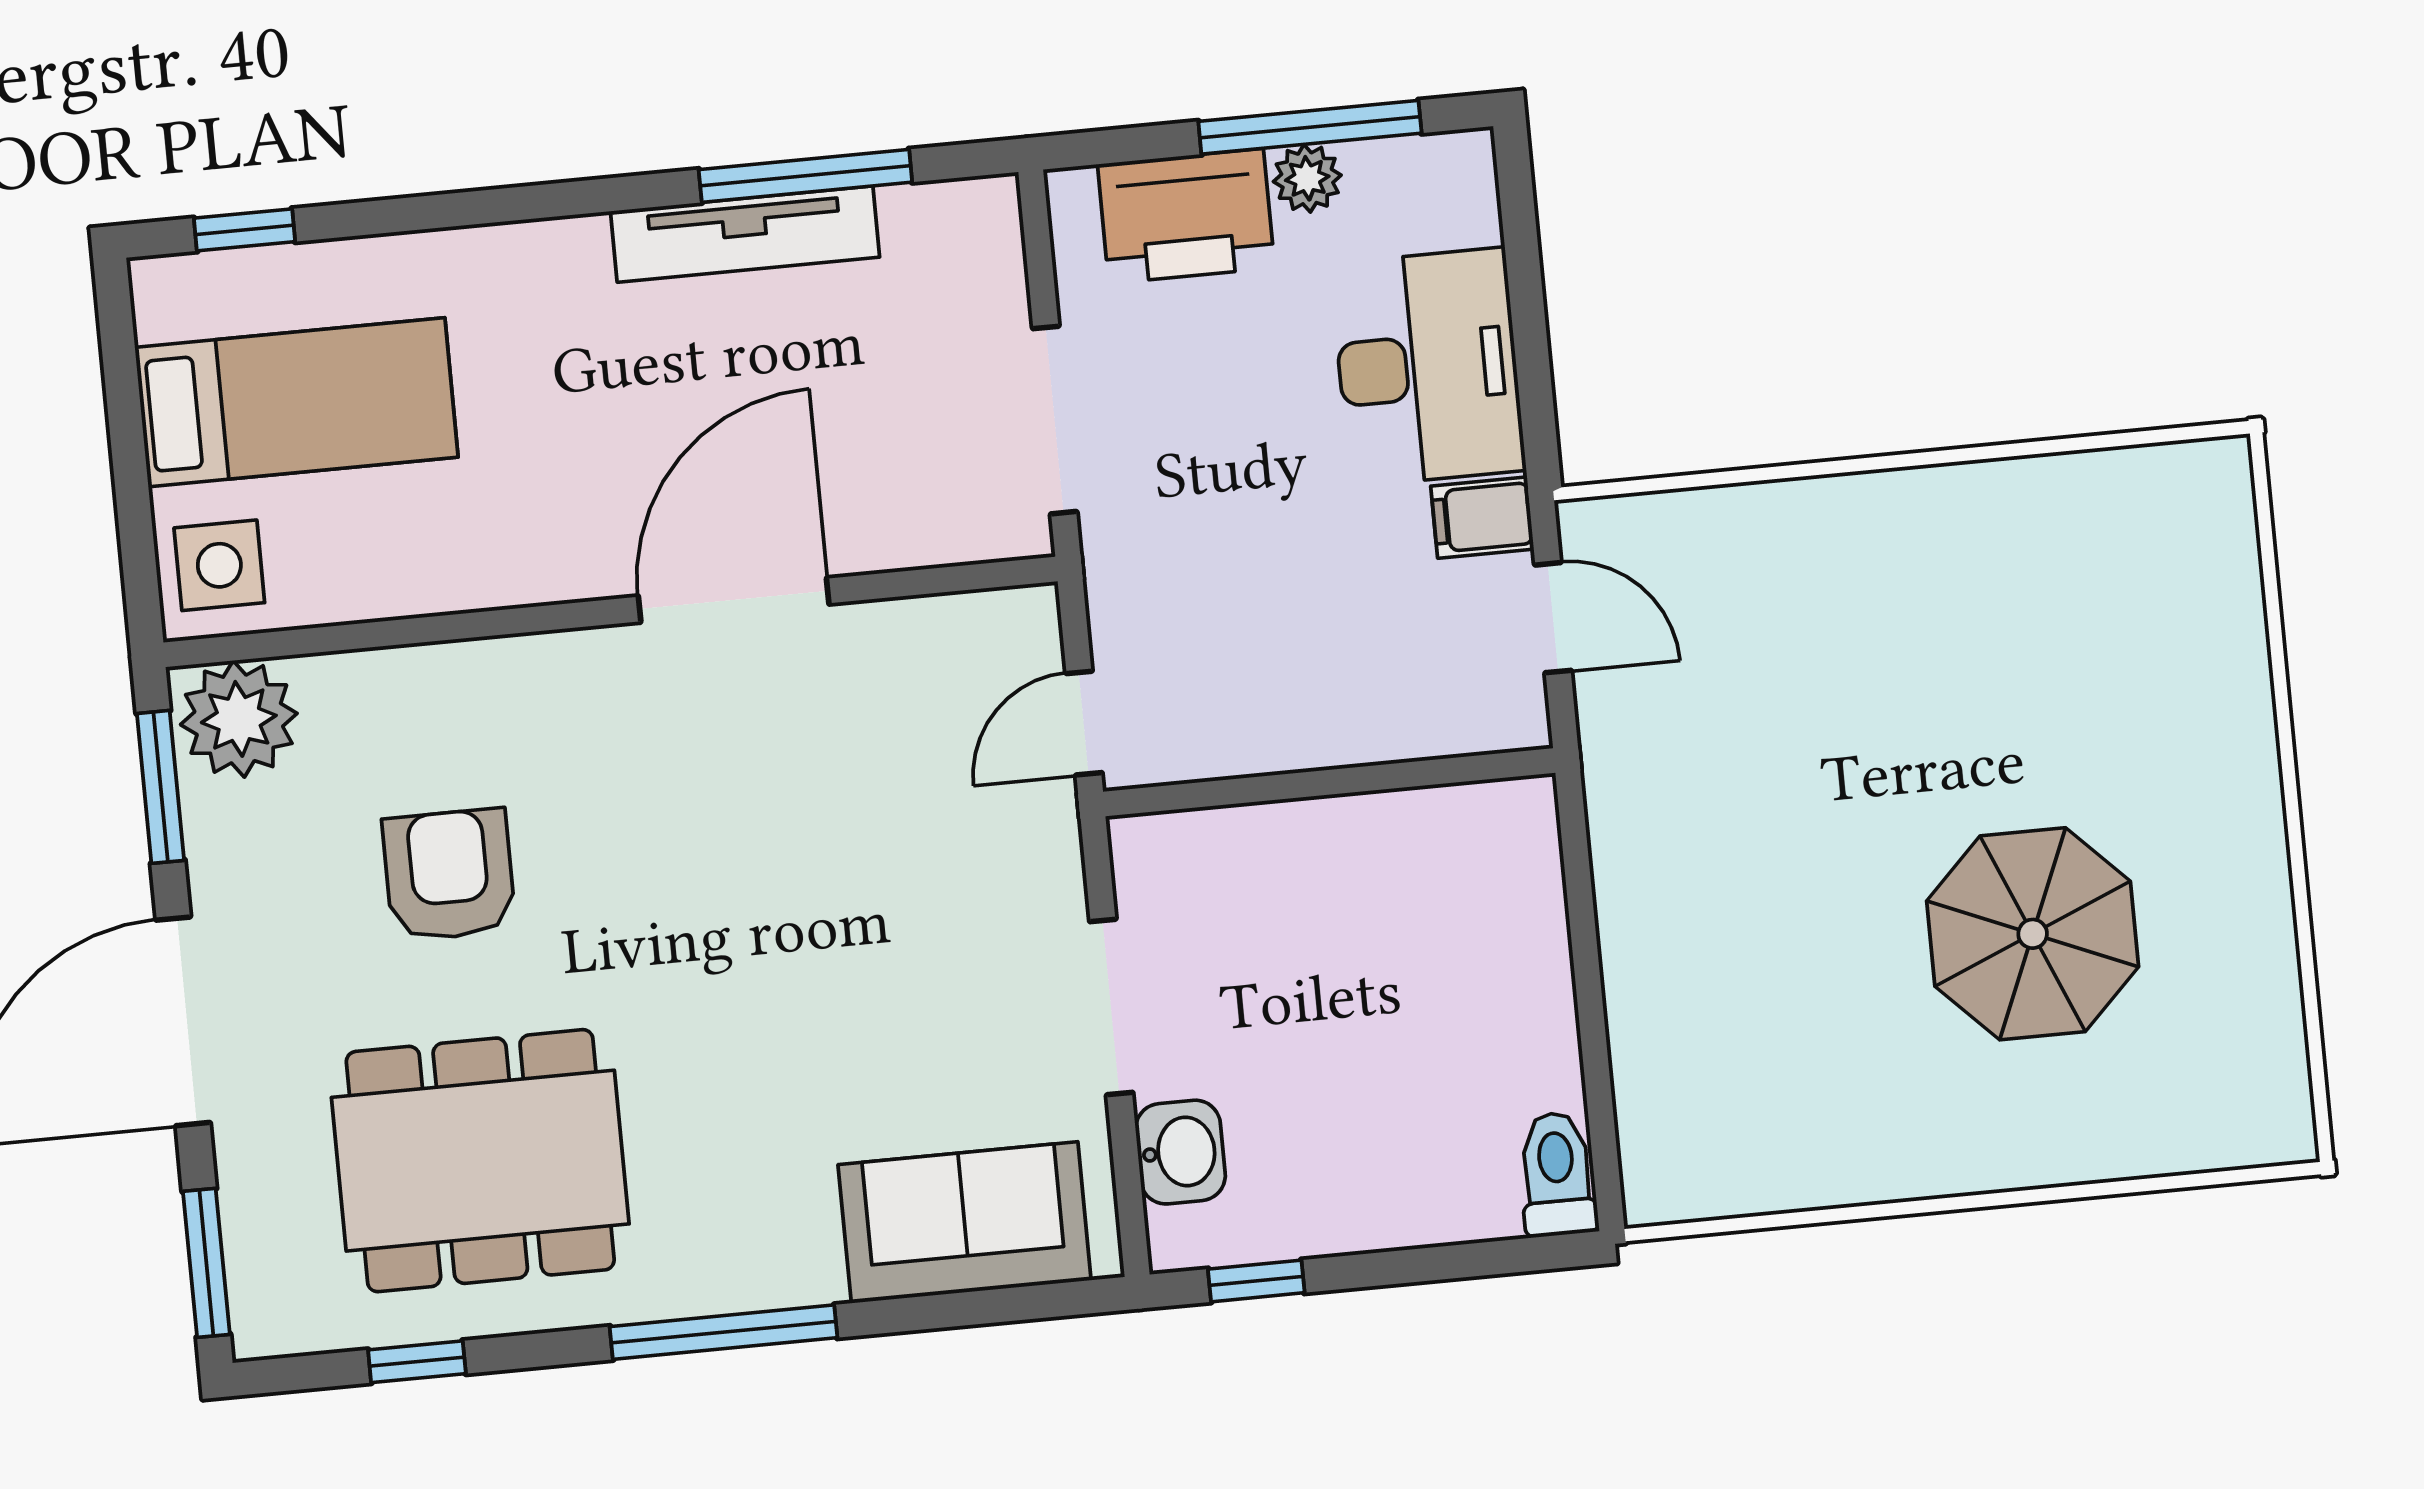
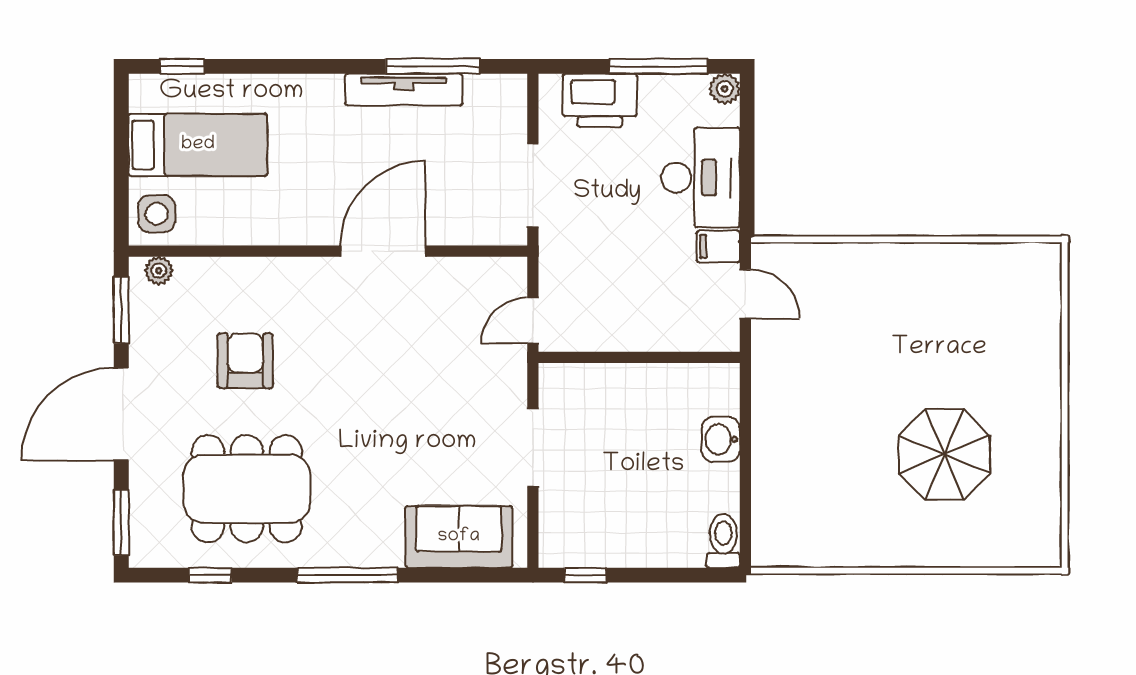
plant: (1307, 178) -> (725, 89), moved
plant: (239, 719) -> (159, 271), width x0.53, depth x0.53
washbasin: (1180, 1152) -> (721, 439), moved, turned 180

